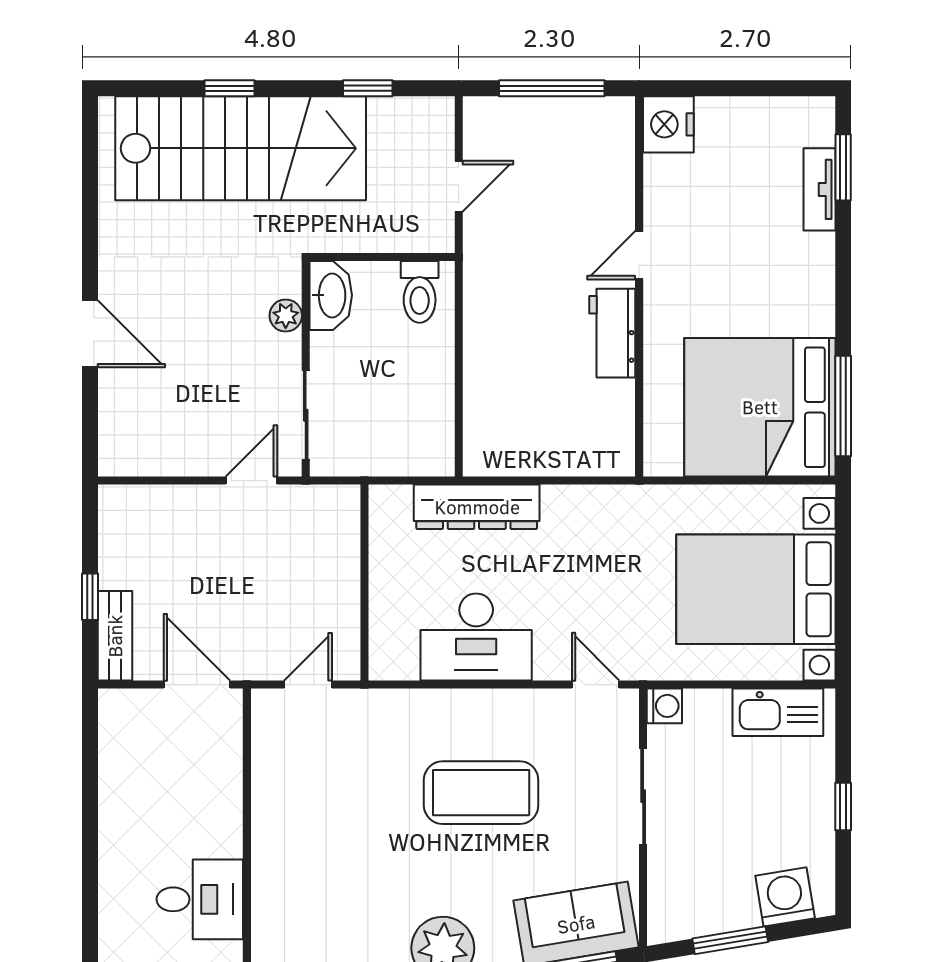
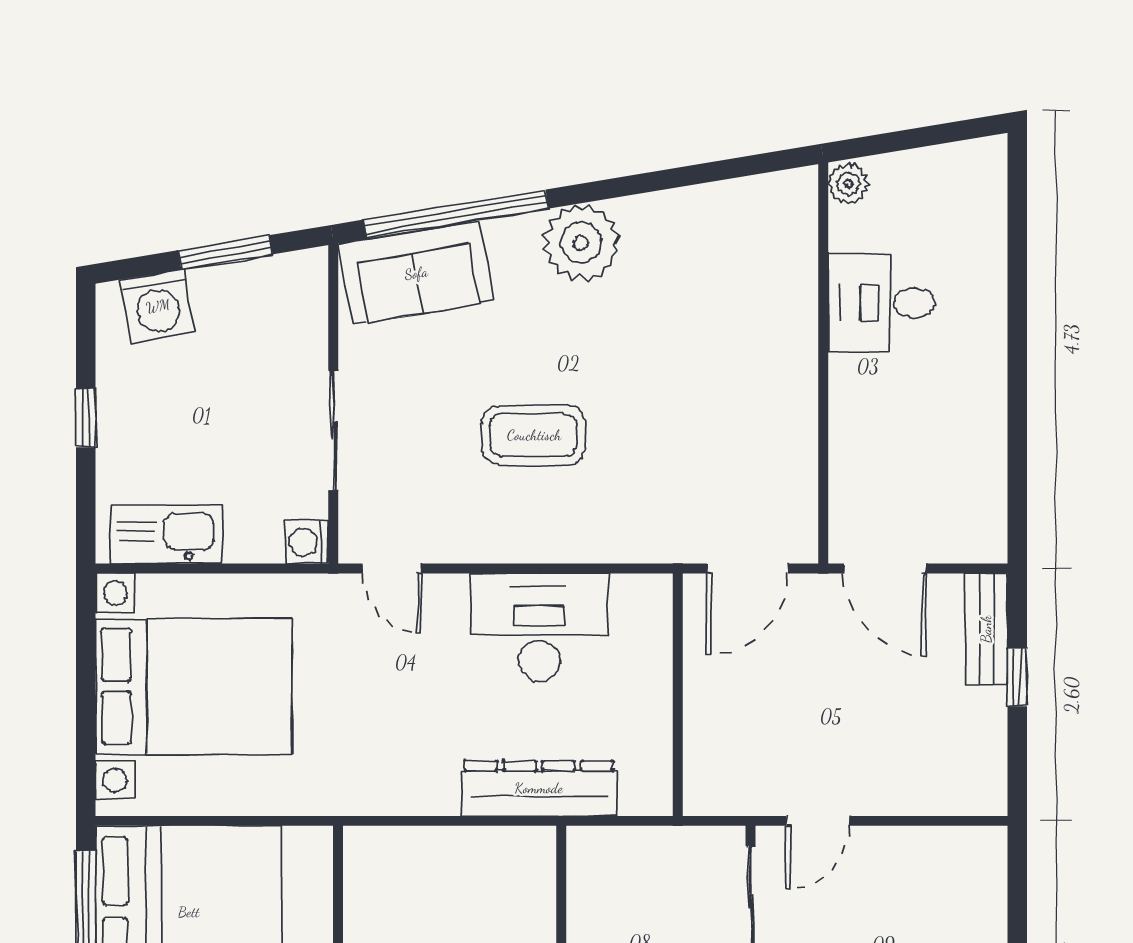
door: (308, 685) -> (748, 569), width x1.38
coffee table: (481, 793) -> (534, 435), width x0.73, depth x0.76

